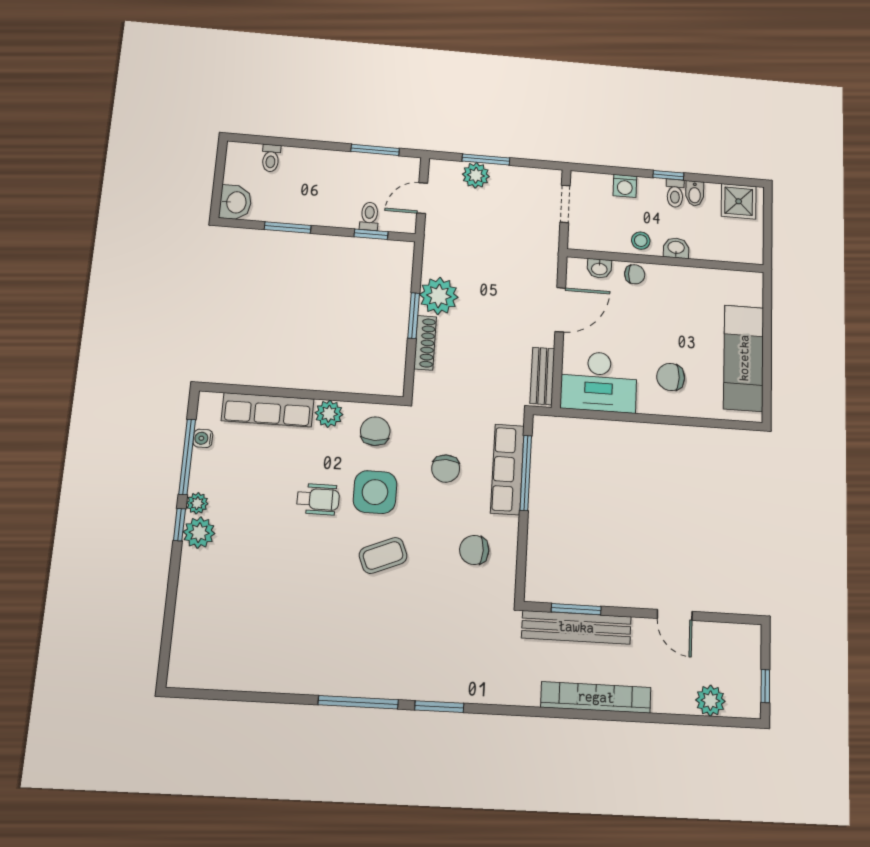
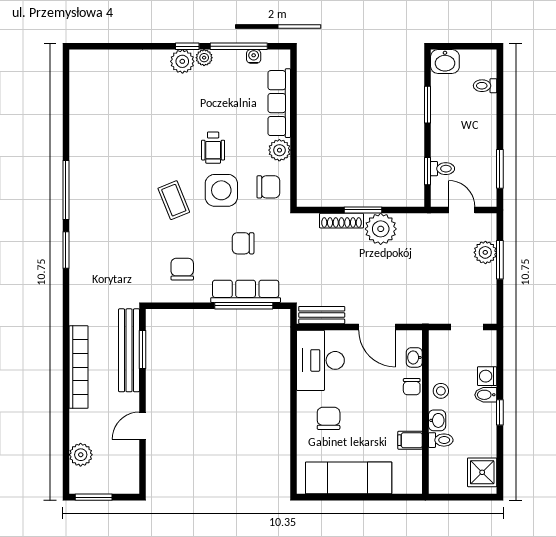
toilet: (675, 193) -> (441, 440), moved, turned 180
bidet: (695, 193) -> (486, 395), moved
filing cabinet: (699, 281) -> (410, 440), added
window: (765, 686) -> (94, 497), width x1.50

